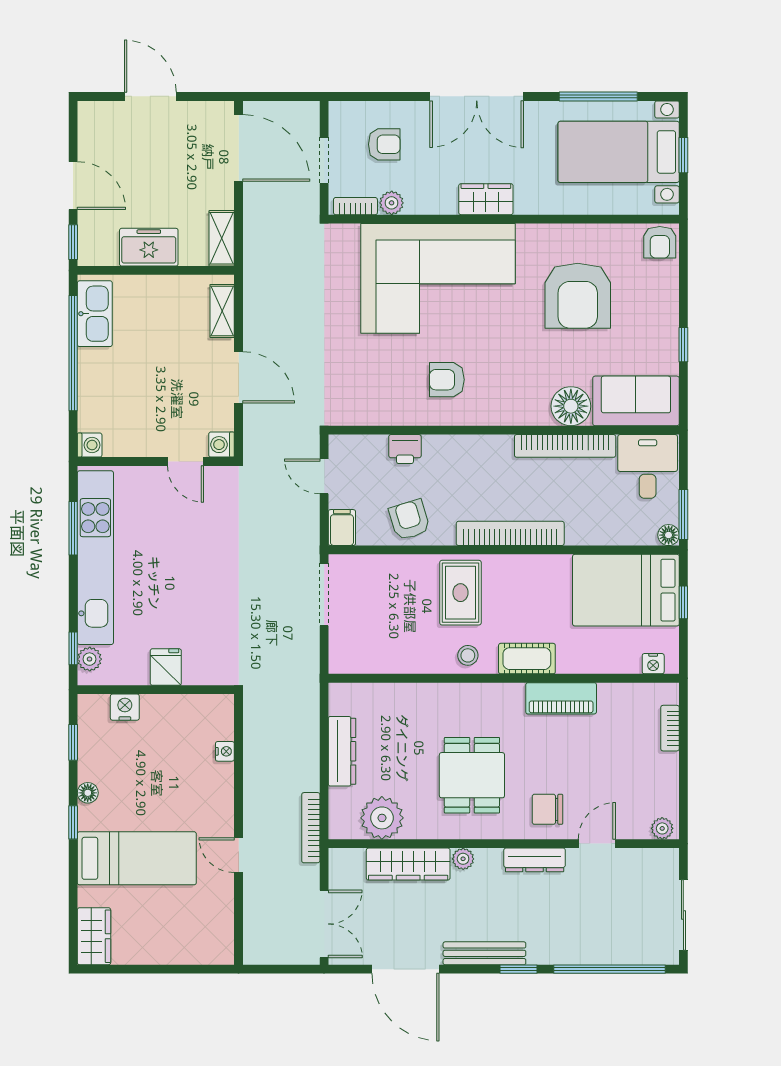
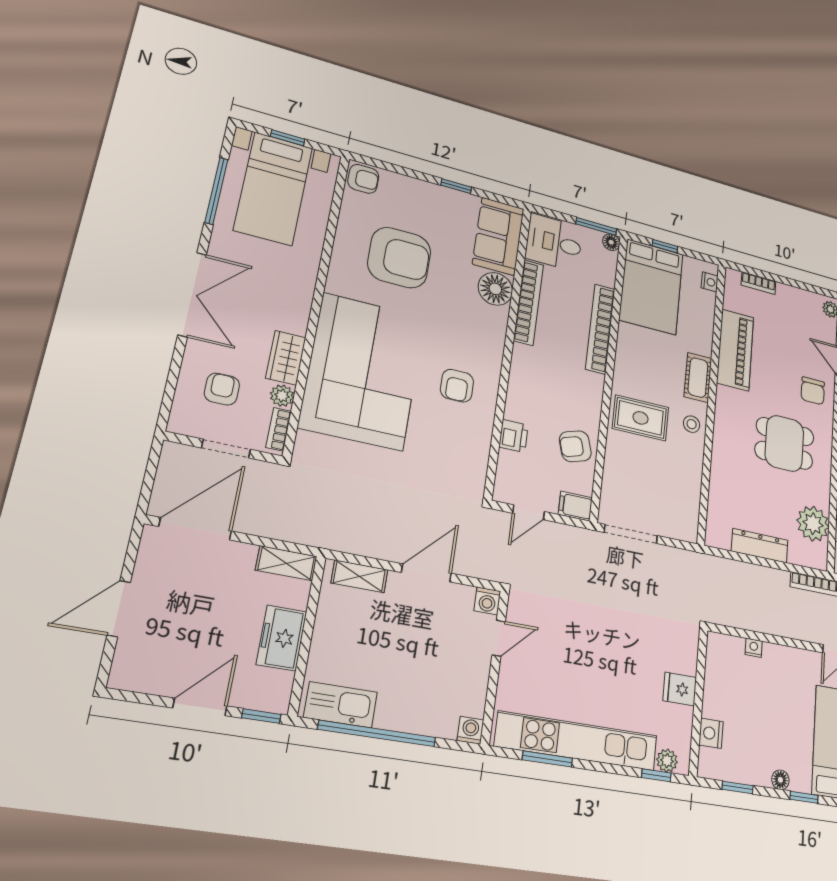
wardrobe: (486, 199) -> (286, 358), moved
bookcase: (510, 533) -> (600, 329), moved
piano: (561, 698) -> (735, 350), width x1.37, depth x1.33

